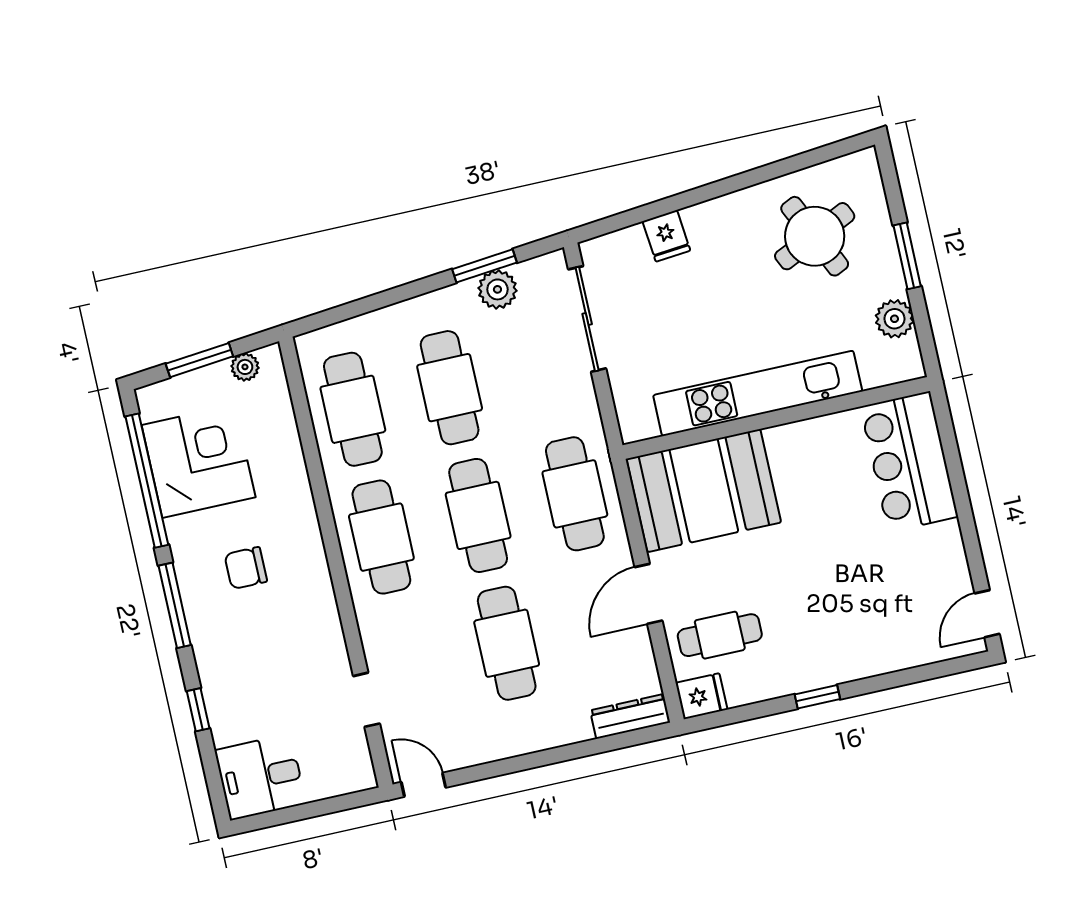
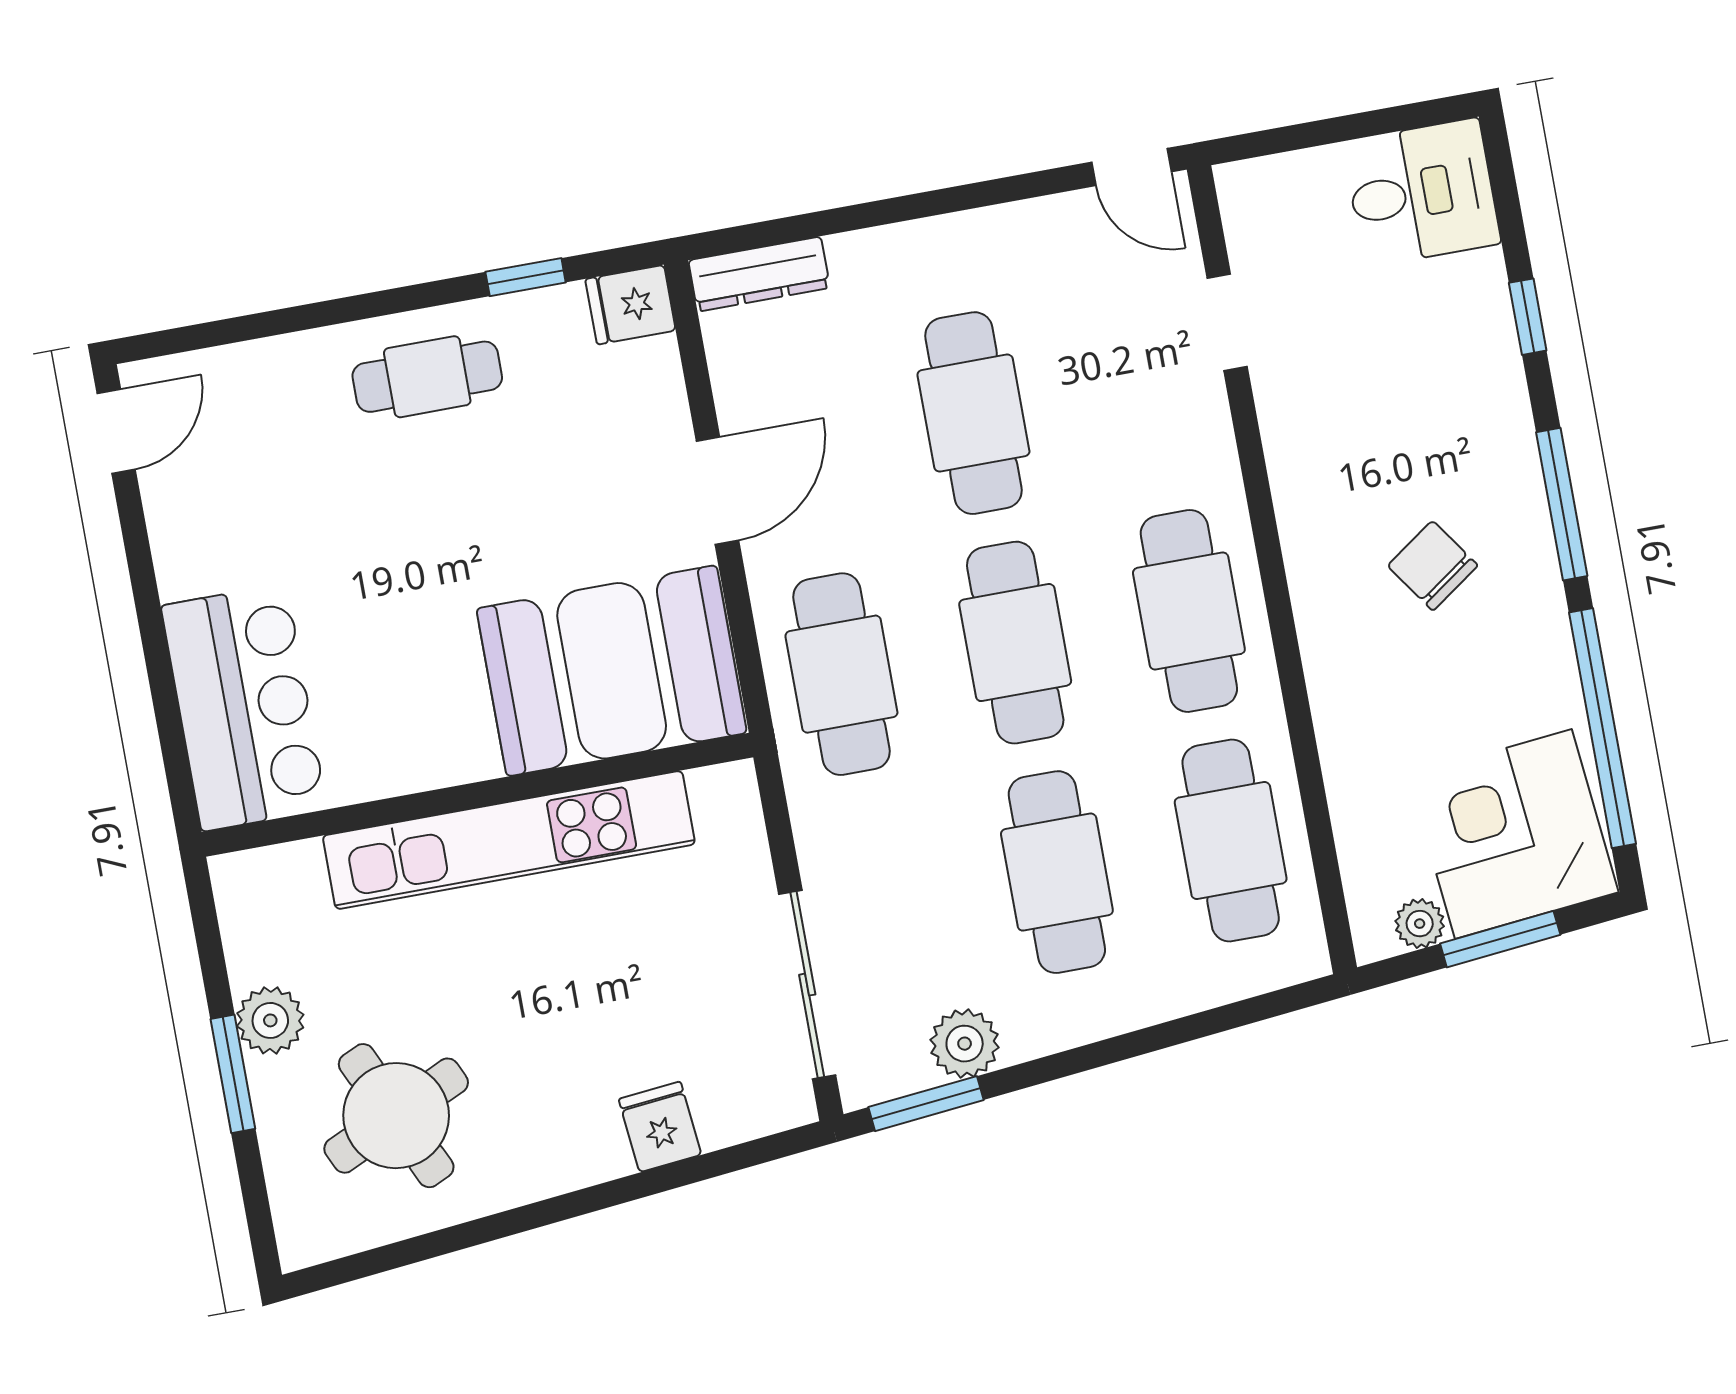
window: (485, 266) -> (926, 1104), moved
plant: (895, 319) -> (270, 1020), moved
corner desk: (199, 461) -> (1513, 834), moved, turned 84
chair: (246, 568) -> (1433, 566), turned -125
cafe table: (720, 635) -> (427, 377), moved
window: (817, 697) -> (526, 277), moved

